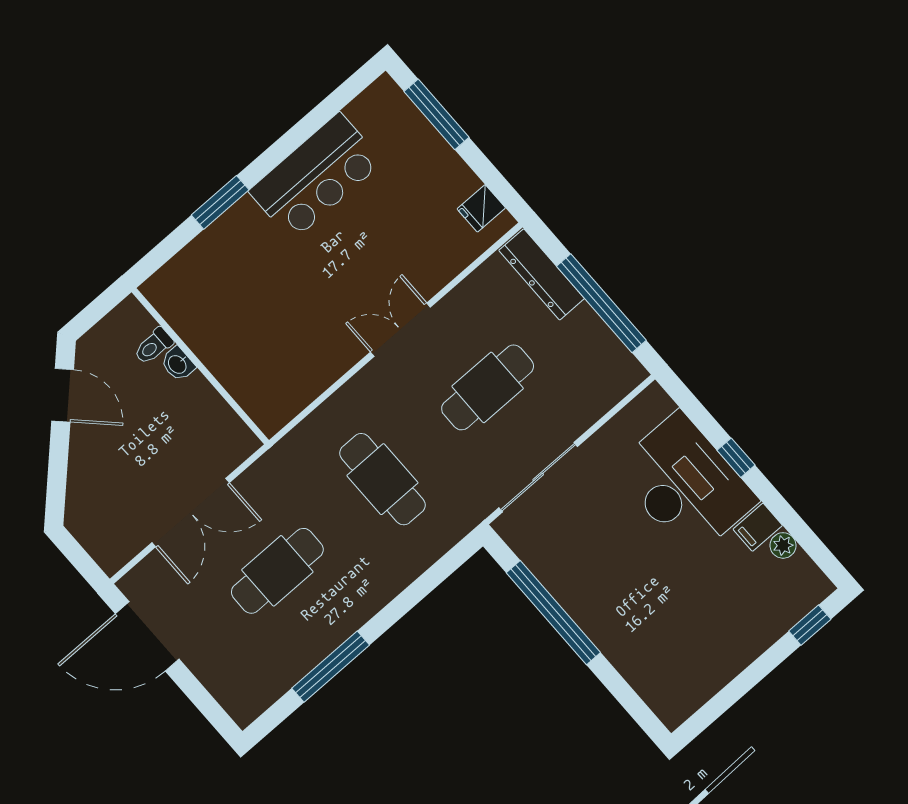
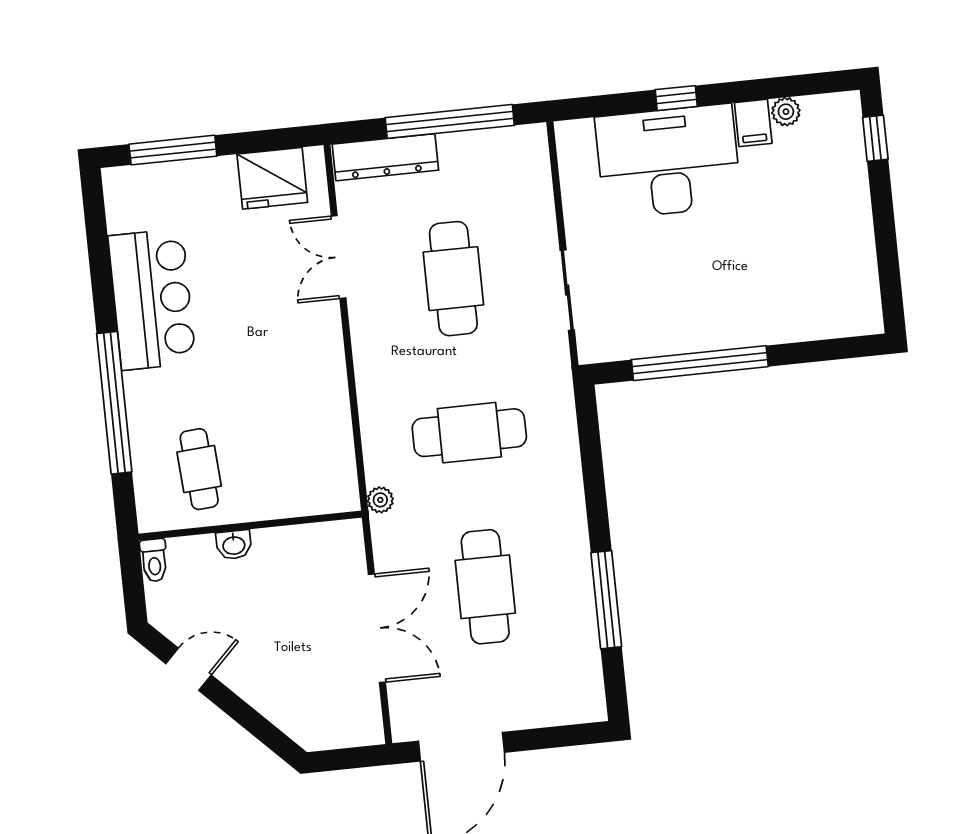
window: (220, 202) -> (114, 403), width x2.11
fridge: (481, 208) -> (272, 178), width x1.88, depth x1.34
cafe table: (215, 299) -> (199, 469), added
double door: (400, 330) -> (339, 257), moved
toilet: (153, 346) -> (154, 560), moved
door: (63, 395) -> (188, 669), width x0.73
plant: (287, 449) -> (380, 500), added
sliding door: (538, 477) -> (567, 290), width x0.73

